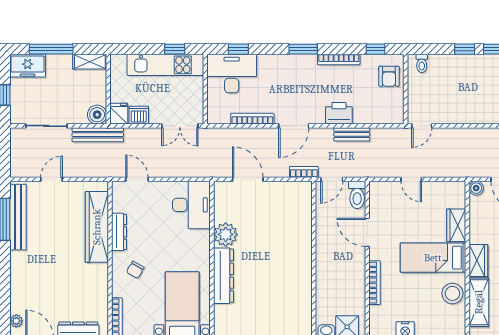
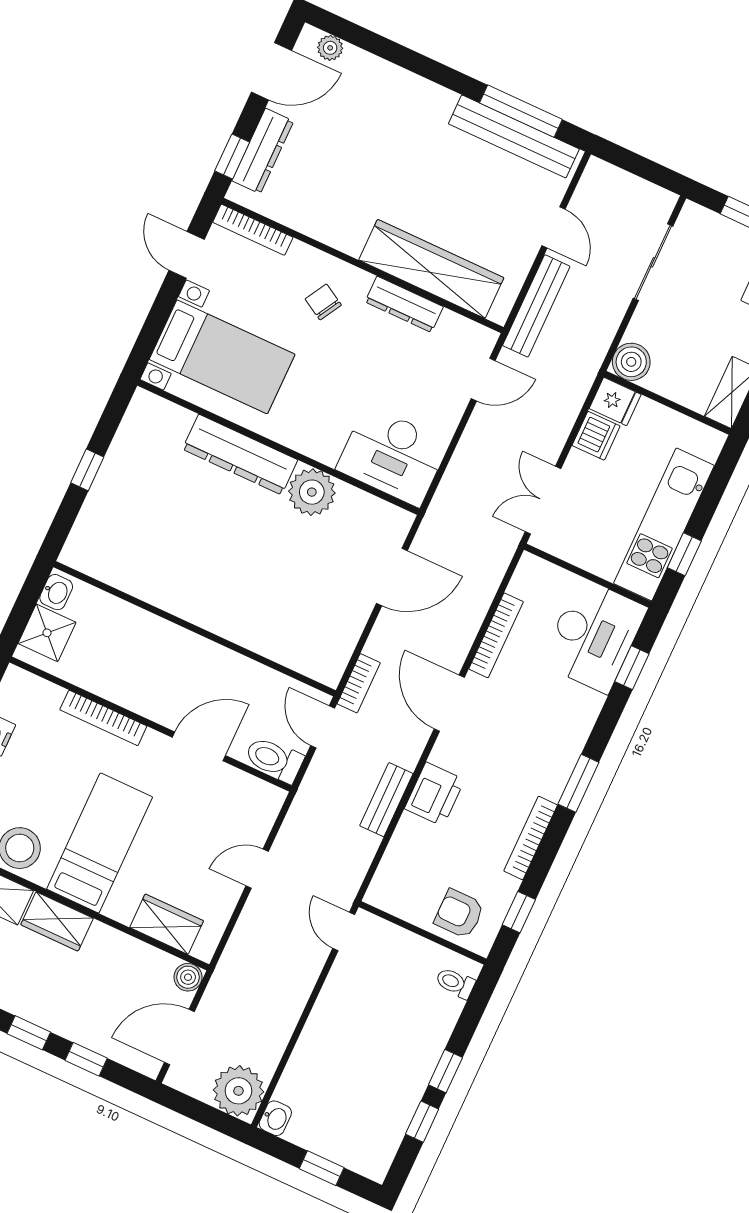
bench: (98, 135) -> (536, 306), moved
wardrobe: (456, 225) -> (167, 924), moved

